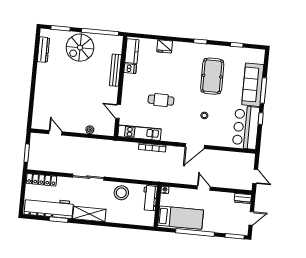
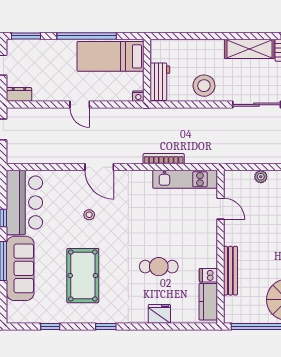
cafe table: (161, 100) -> (159, 267), moved
door: (195, 146) -> (99, 167), swing flipped

